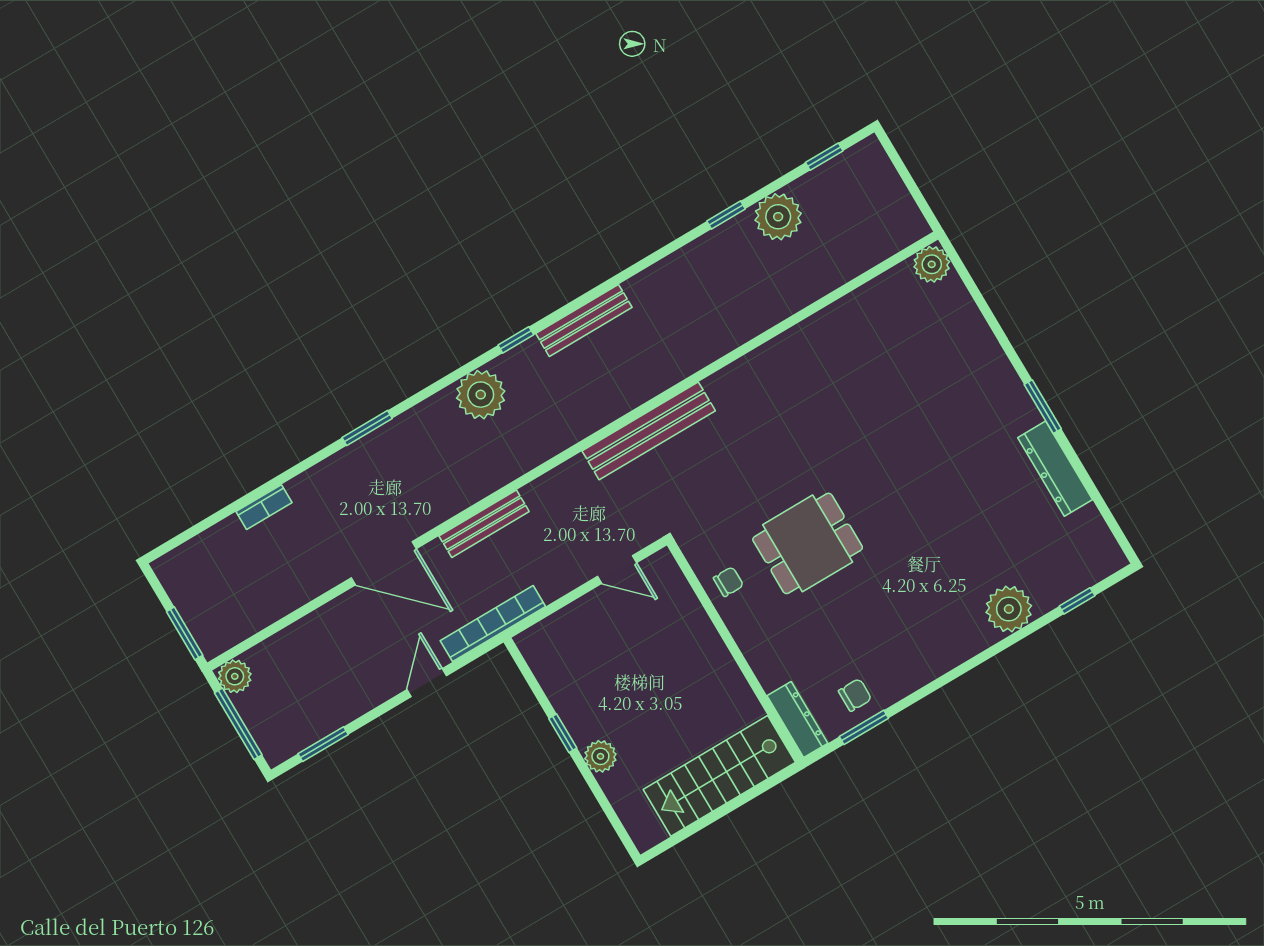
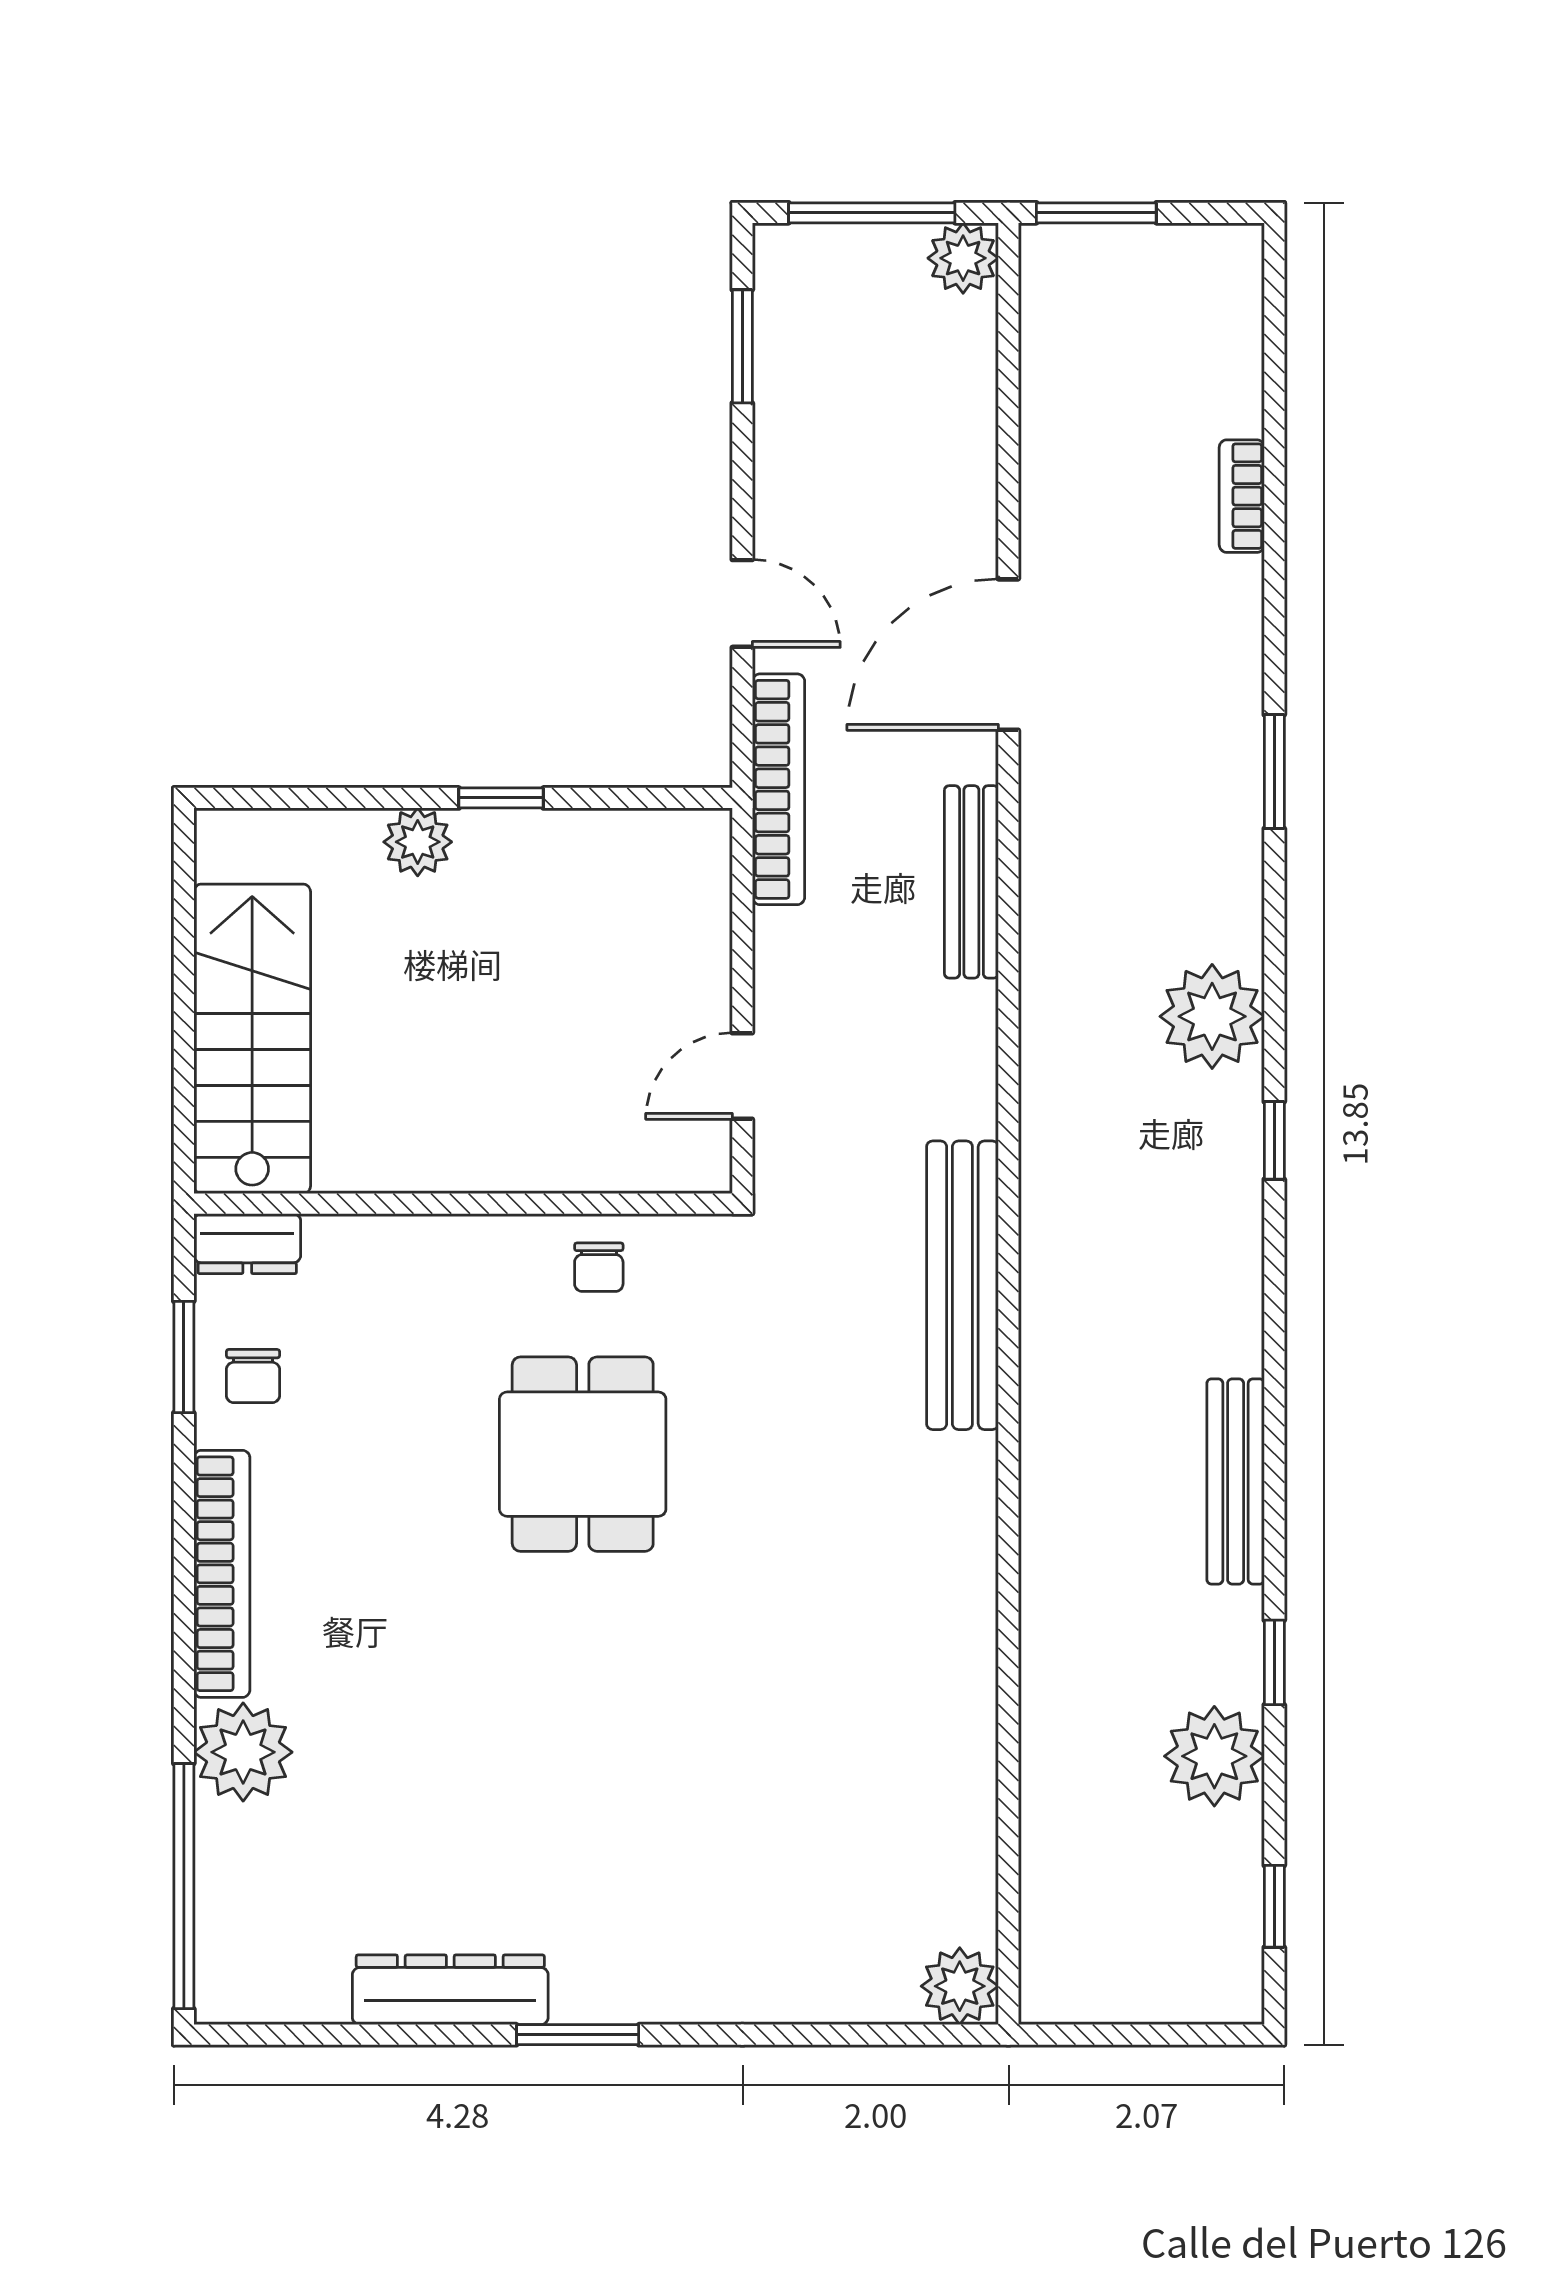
bench: (584, 320) -> (1236, 1481), moved
window: (1077, 601) -> (184, 1886), width x3.17
bookcase: (942, 660) -> (222, 1574), added
dresser: (797, 719) -> (247, 1244), width x0.70

